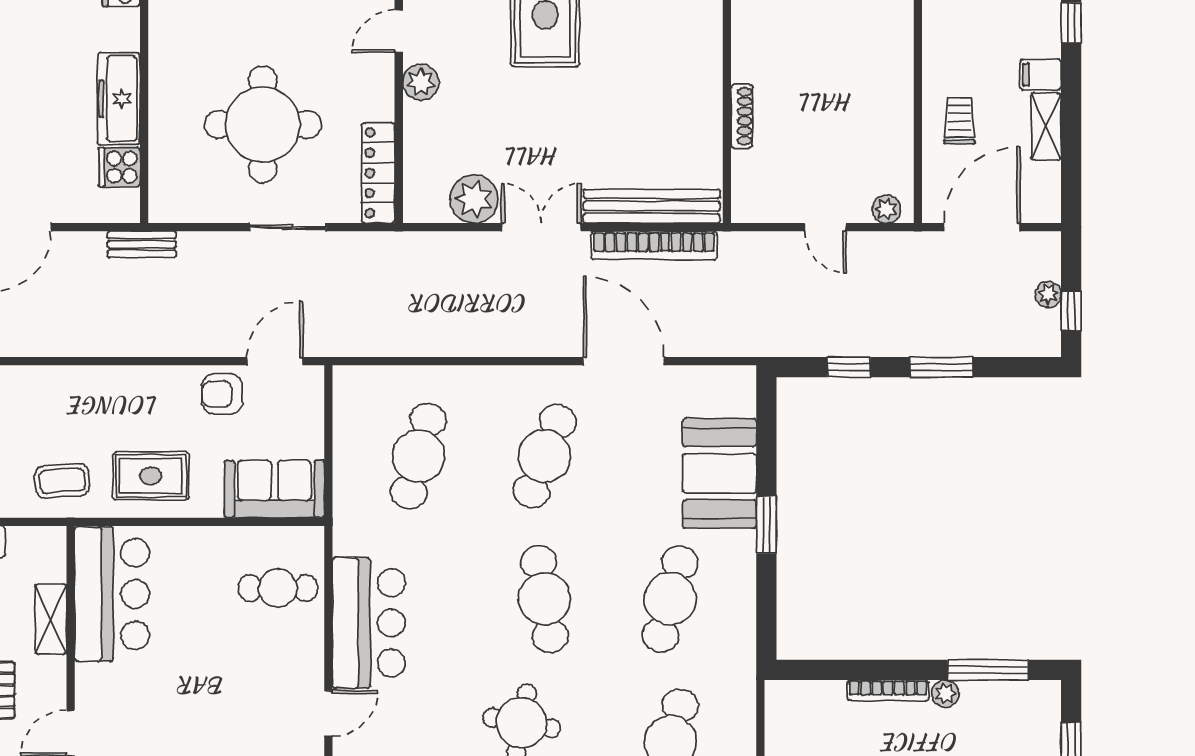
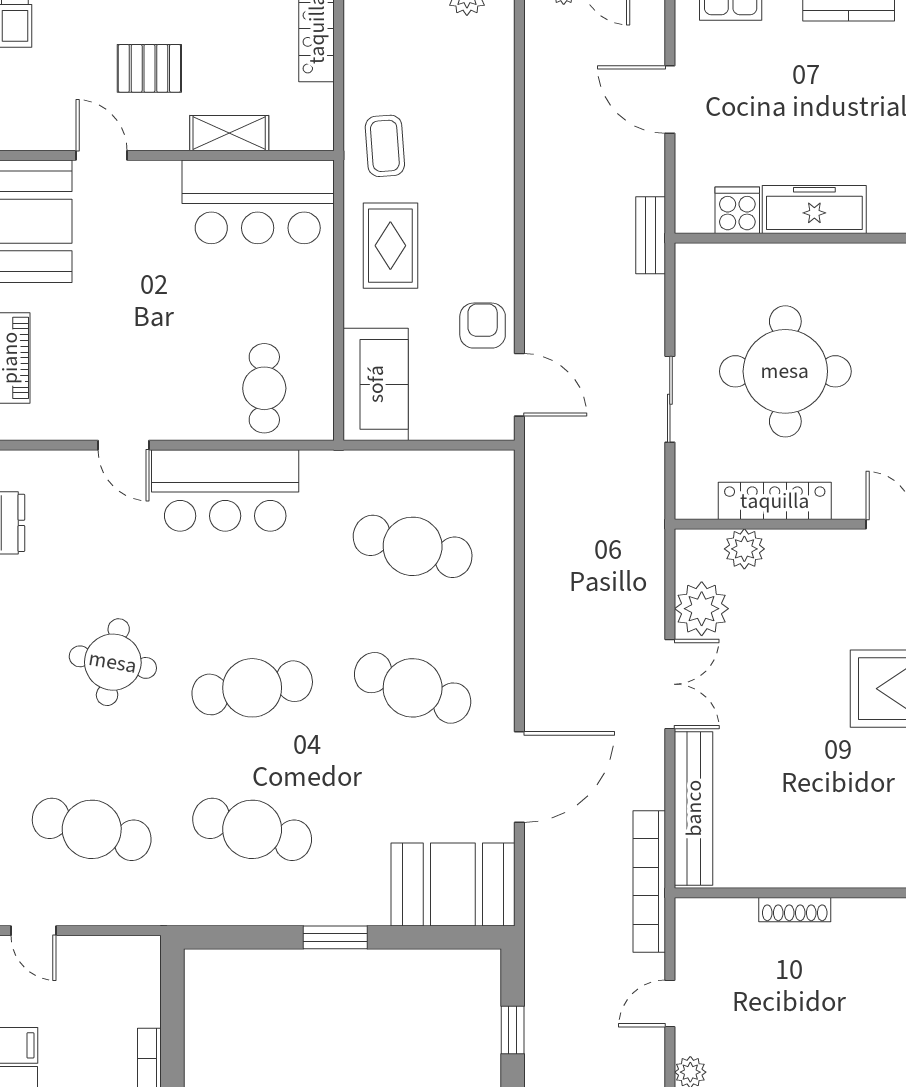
plant: (421, 82) -> (744, 549), moved
locker: (378, 173) -> (775, 501), moved
bookcase: (654, 246) -> (649, 881), moved
booth: (719, 473) -> (453, 885), moved

